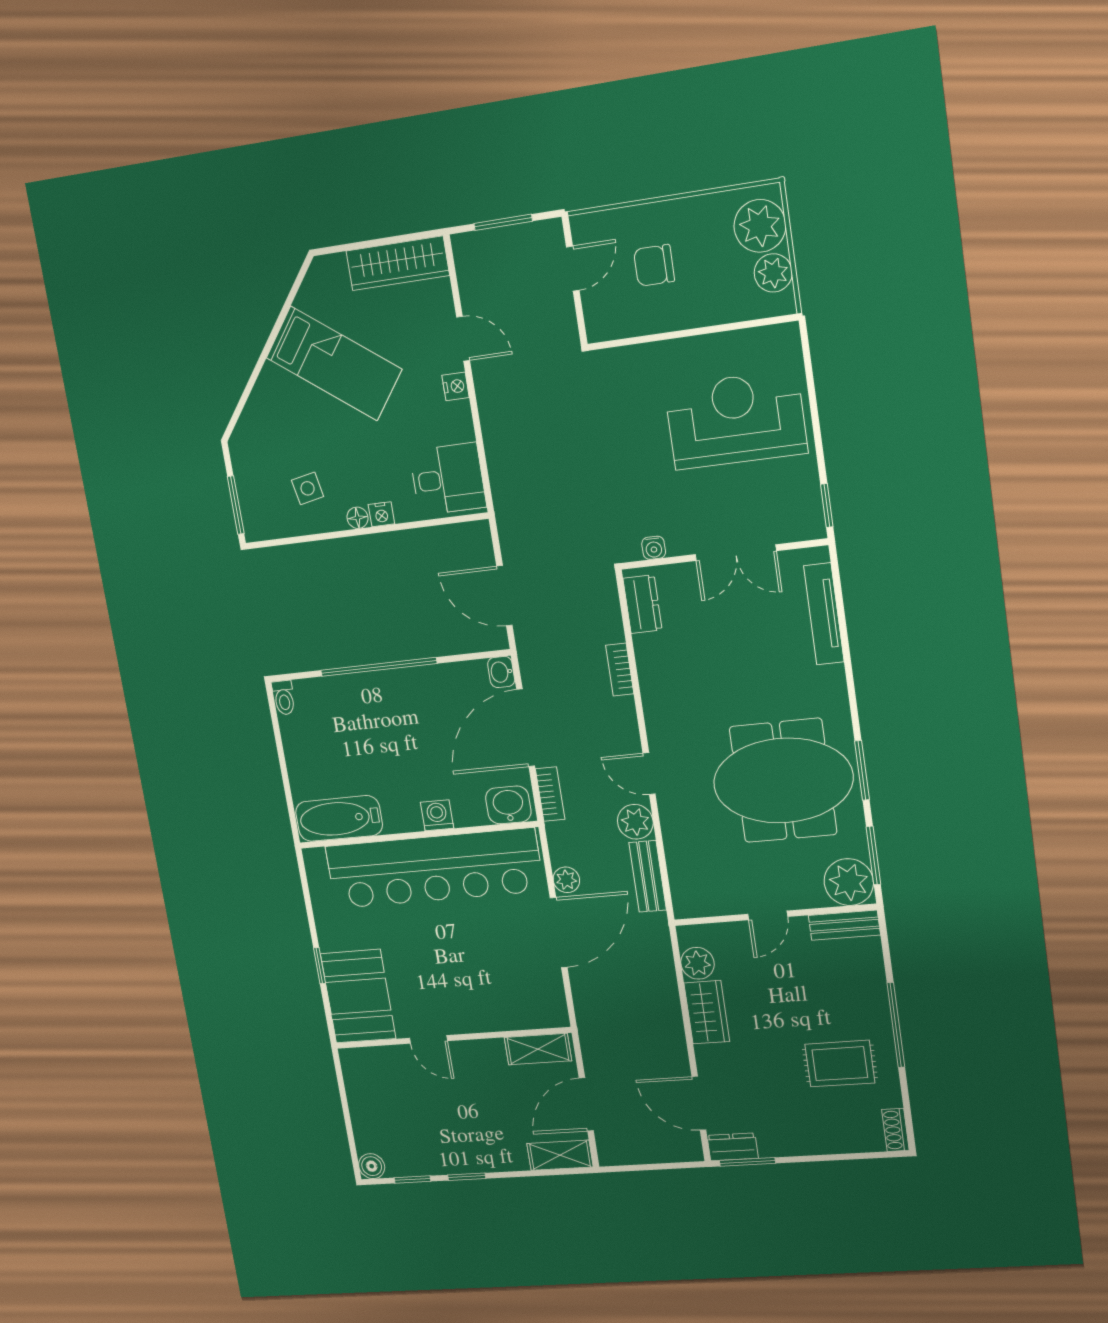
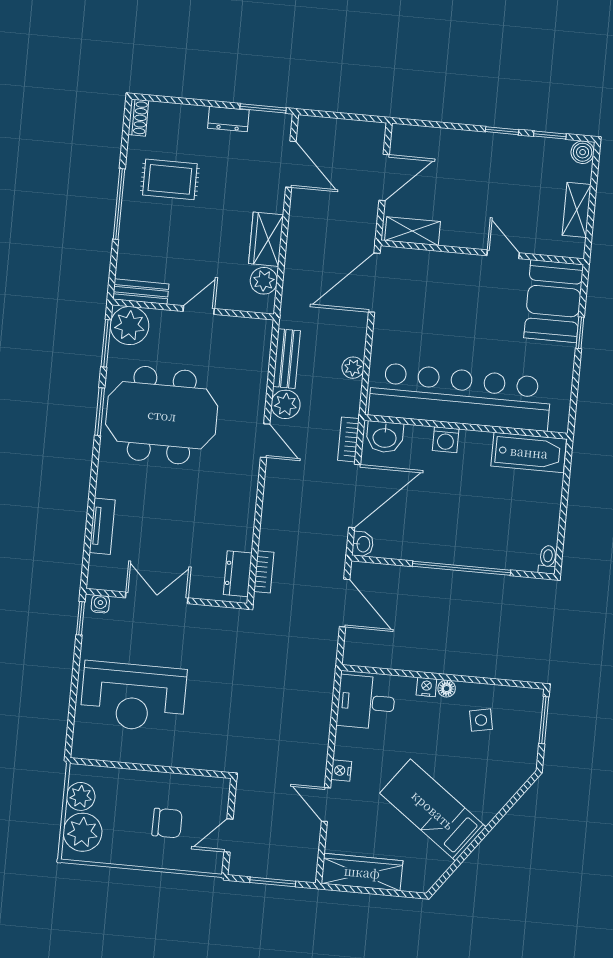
water cooler: (654, 548) -> (100, 604), moved
tv unit: (824, 614) -> (102, 526), width x0.71
bookcase: (620, 670) -> (264, 572), moved
door: (559, 933) -> (374, 283), moved
dresser: (733, 1147) -> (228, 119), moved
shelving: (560, 1155) -> (577, 210), moved, turned 90

